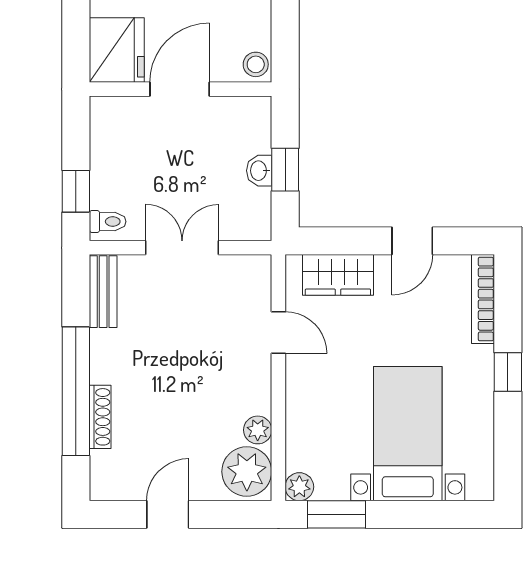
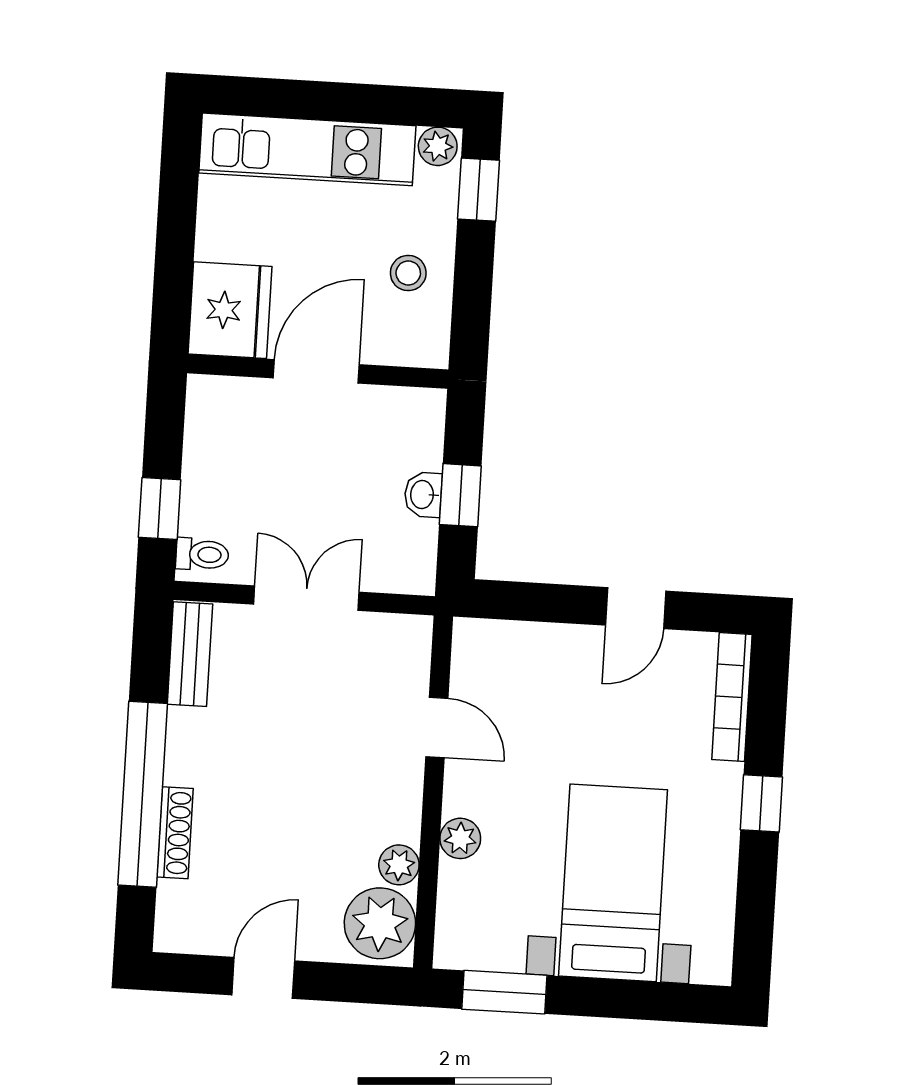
stool: (256, 64) -> (408, 273), moved
wardrobe: (338, 275) -> (527, 650), removed
plant: (299, 487) -> (460, 838), moved

